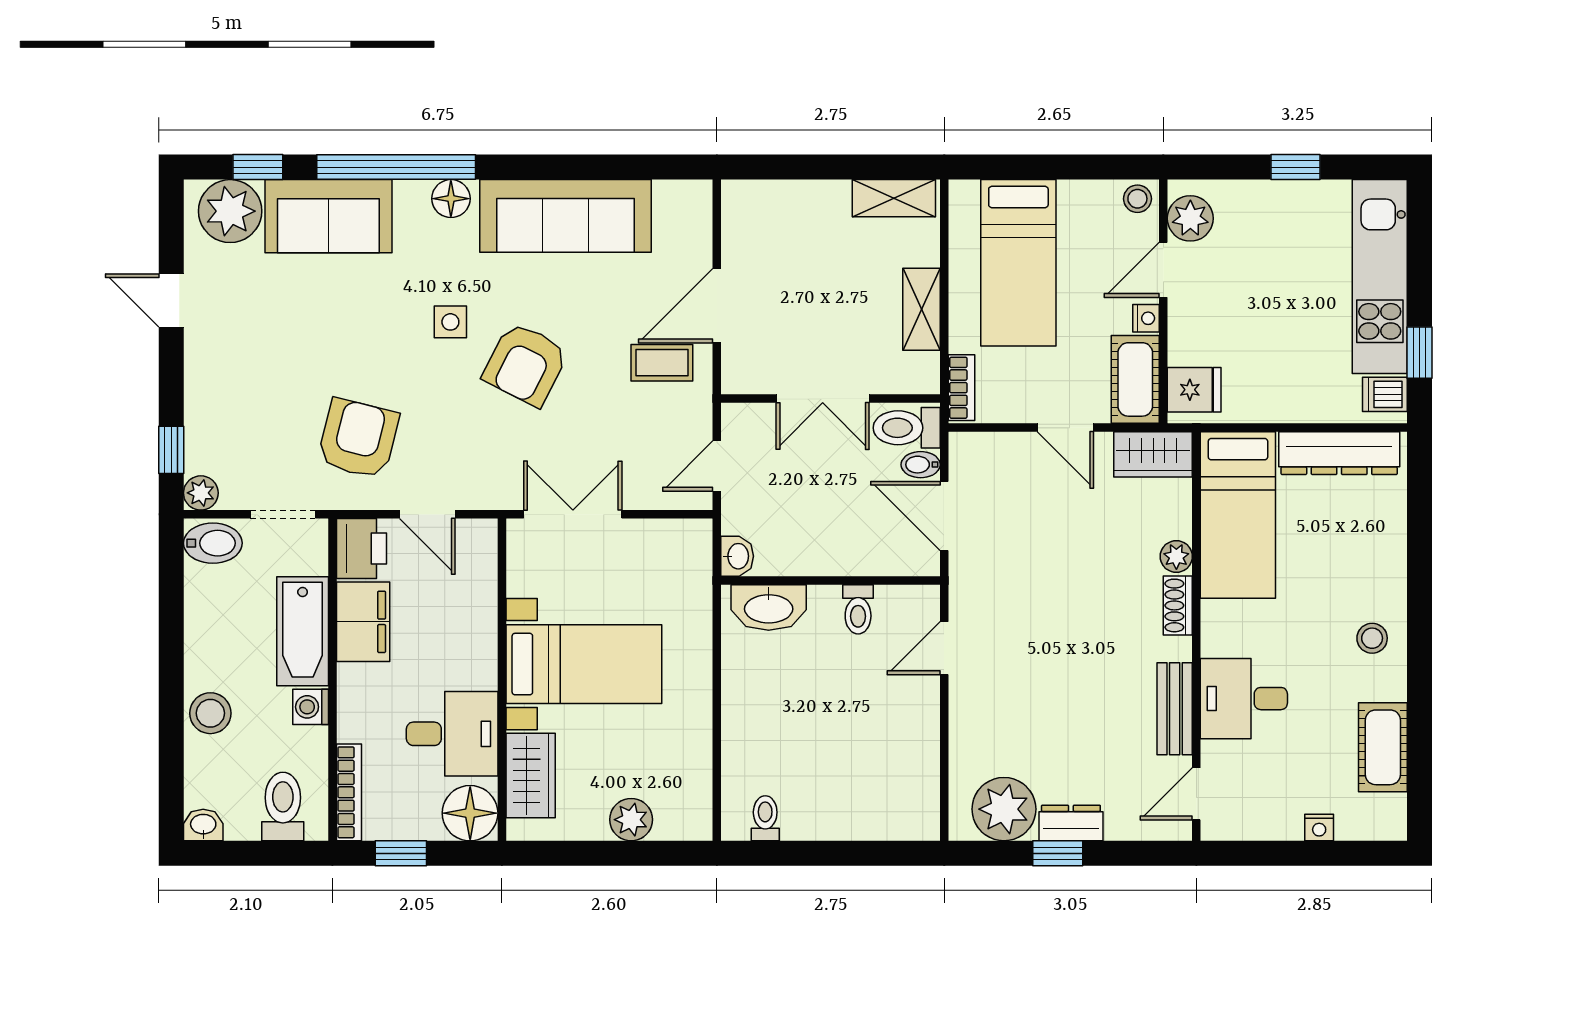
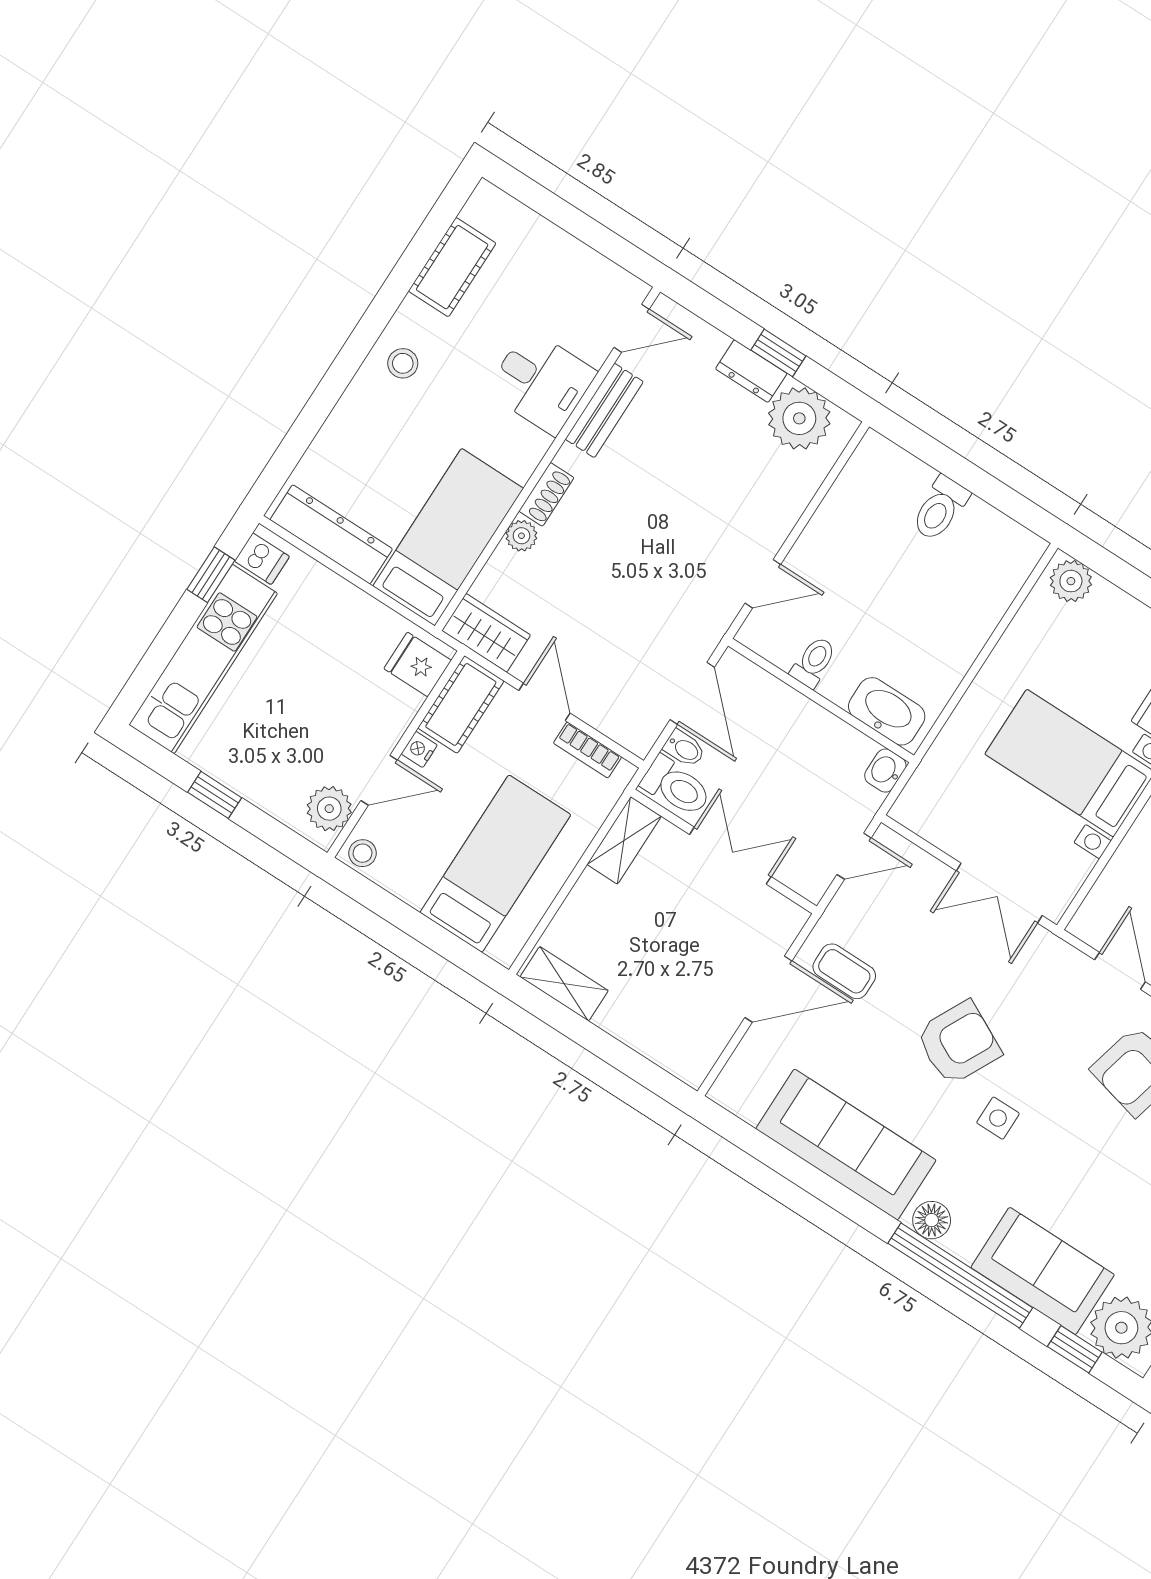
shelving: (922, 309) -> (624, 840), moved
bookcase: (962, 388) -> (587, 750), moved, turned -90
toilet: (765, 818) -> (940, 509), moved, width x1.37, depth x1.39
plant: (631, 820) -> (1071, 581), moved
nightstand: (1319, 828) -> (548, 235), removed

